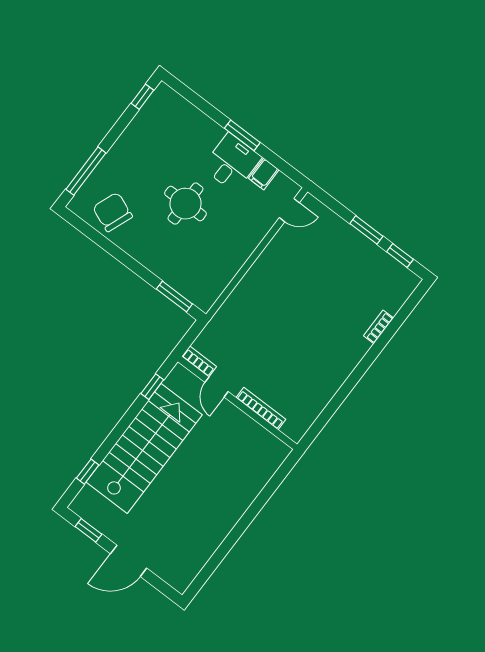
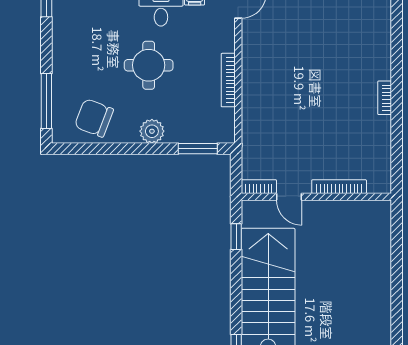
plant: (149, 256) -> (152, 131), added
bookcase: (238, 262) -> (228, 80), added
bookcase: (379, 327) -> (385, 98), moved

